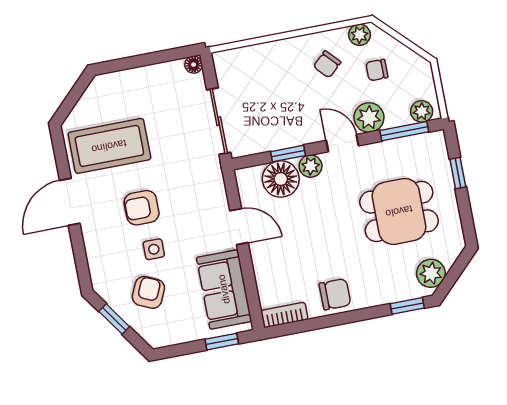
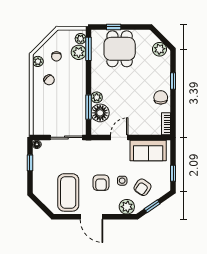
window: (154, 58) -> (30, 163), added
plant: (369, 117) -> (79, 52), moved
door: (342, 143) -> (89, 80), removed
window: (288, 154) -> (89, 107), width x1.50
dining table: (399, 211) -> (120, 49), moved
plant: (104, 269) -> (127, 207), added
armchair: (148, 292) -> (143, 187), turned -79
window: (407, 306) -> (173, 81), moved
window: (222, 342) -> (173, 173), moved

